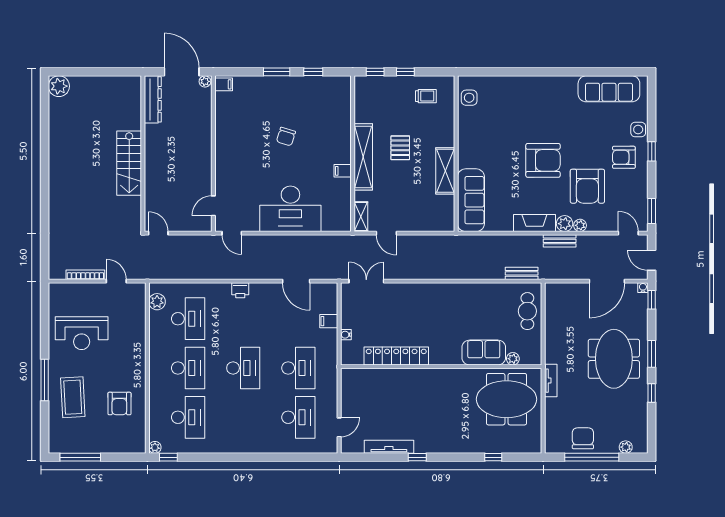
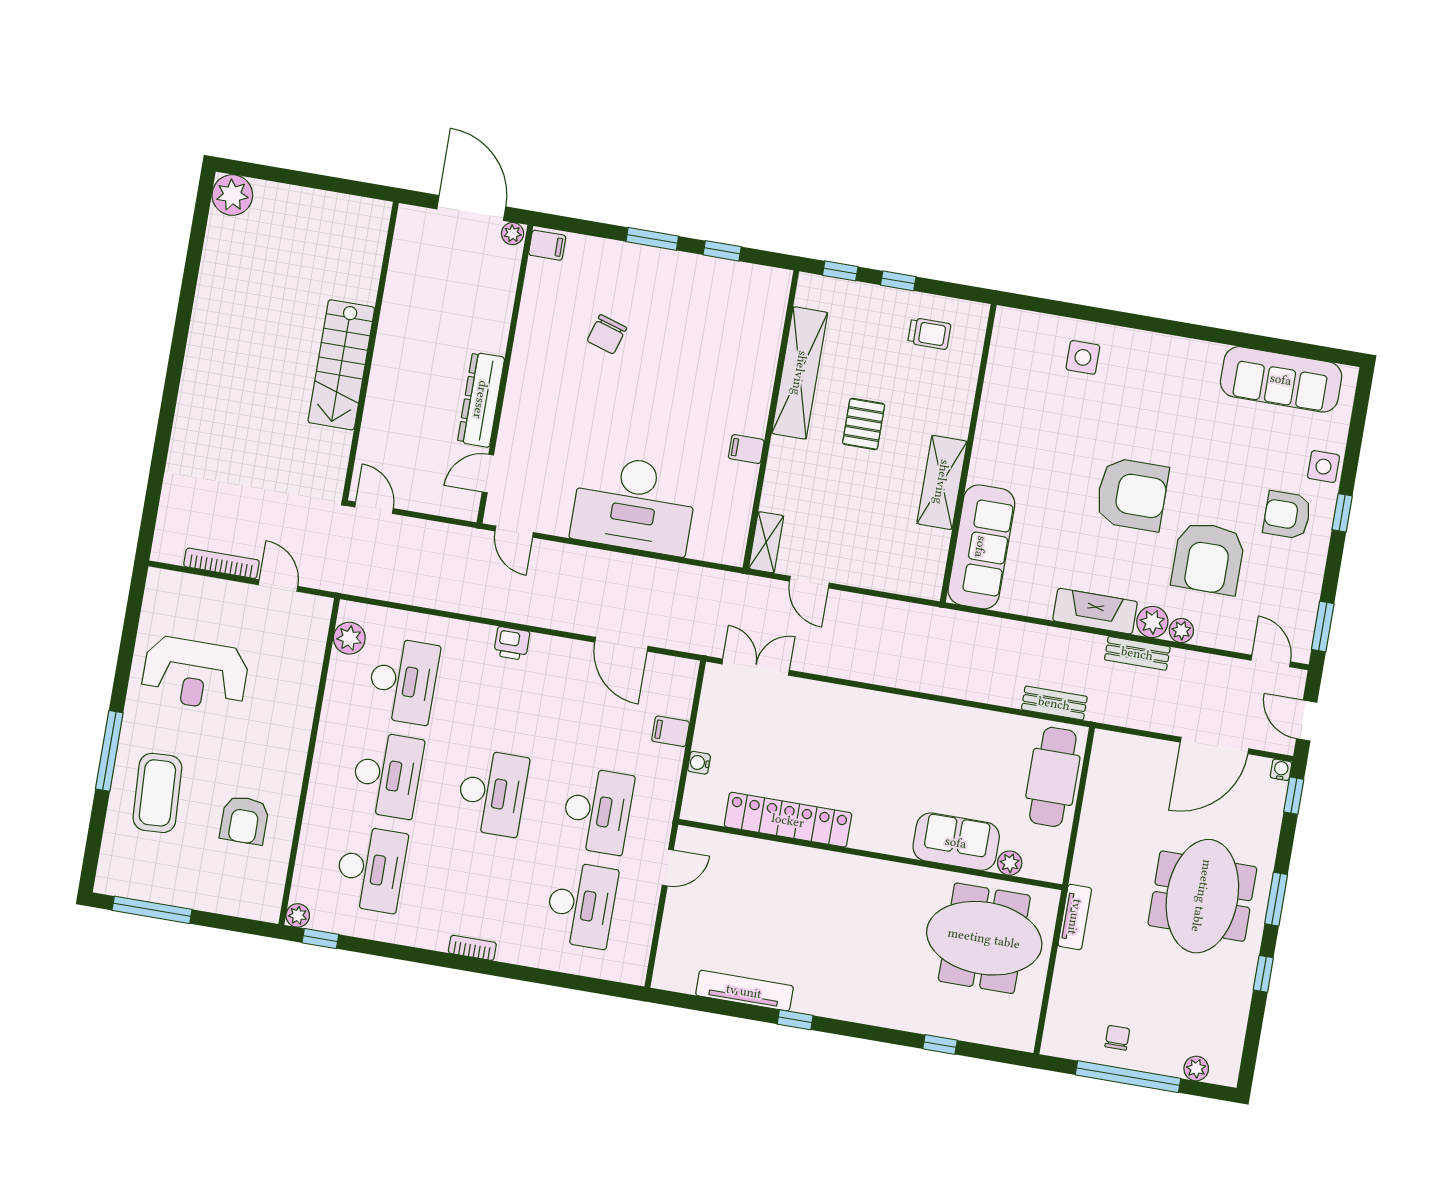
side table: (469, 98) -> (1083, 357), moved
dresser: (153, 99) -> (481, 400), moved, turned 180
chair: (286, 137) -> (607, 334), moved
shelving: (363, 157) -> (800, 373), moved
cafe table: (527, 311) -> (1053, 777), width x1.37, depth x1.35
door: (339, 427) -> (668, 868), moved
chair: (583, 438) -> (1117, 1038), width x0.54, depth x0.54
bookcase: (247, 449) -> (472, 948), added

